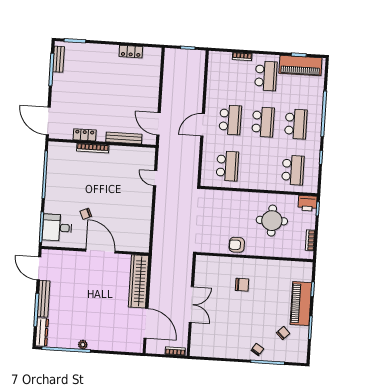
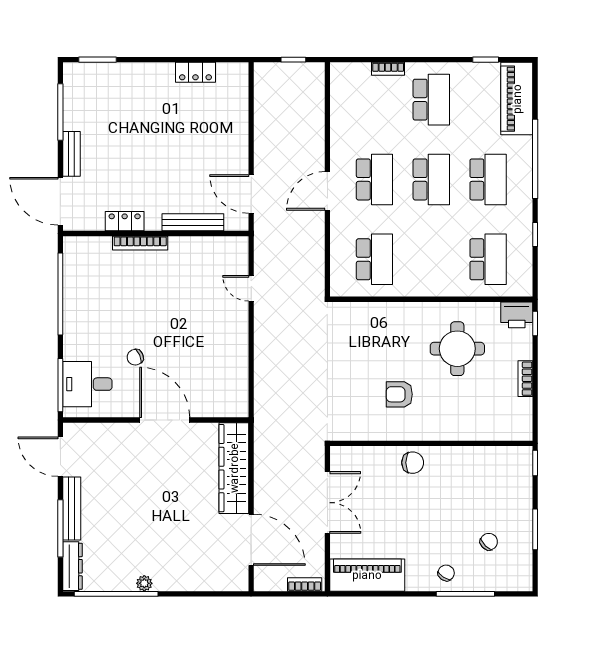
bench: (59, 59) -> (71, 154), moved
piano: (300, 66) -> (517, 99), moved, turned 90
wall: (255, 257) -> (431, 443), moved
piano: (301, 304) -> (367, 575), moved, turned 90

